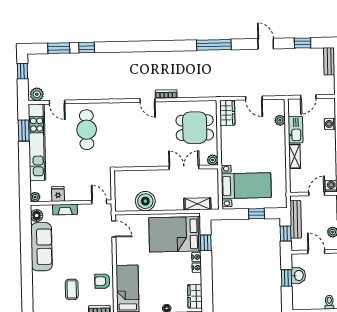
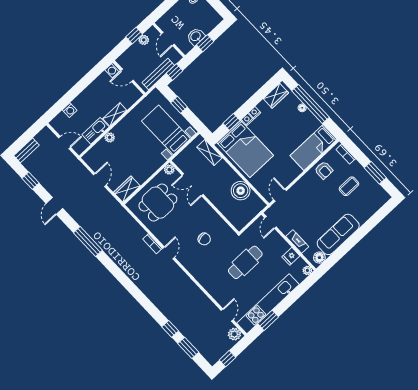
plant: (280, 120) -> (110, 137), moved
dining table: (195, 128) -> (158, 203), turned 90
cafe table: (87, 130) -> (245, 262), moved
chair: (133, 138) -> (204, 239), added

